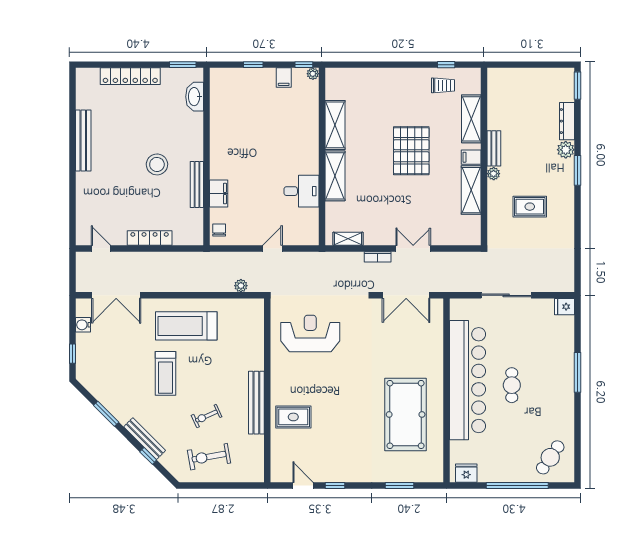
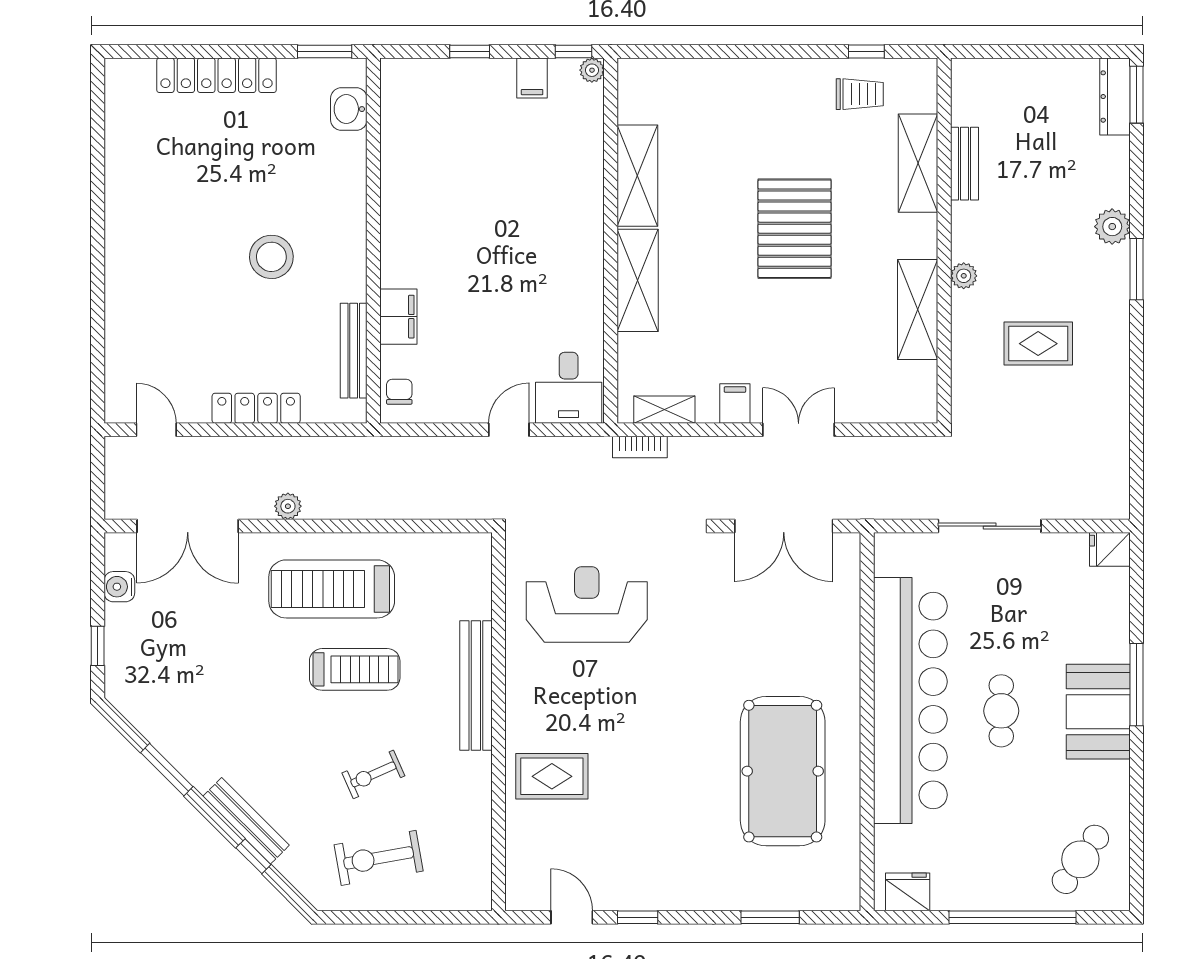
washbasin: (195, 97) -> (349, 109), width x0.72
dresser: (567, 121) -> (1115, 97), moved
bench: (83, 140) -> (120, 208), removed
bench: (494, 148) -> (964, 164), moved
filing cabinet: (471, 157) -> (735, 403), moved, turned 90
bench: (197, 184) -> (354, 351), moved
desk: (301, 191) -> (569, 388), moved, turned 90
bookcase: (378, 257) -> (640, 447), moved
plant: (241, 286) -> (288, 506), moved
treadmill: (165, 373) -> (355, 669), moved, turned -90
booth: (559, 386) -> (1098, 712), added
bench: (256, 403) -> (476, 685), moved

